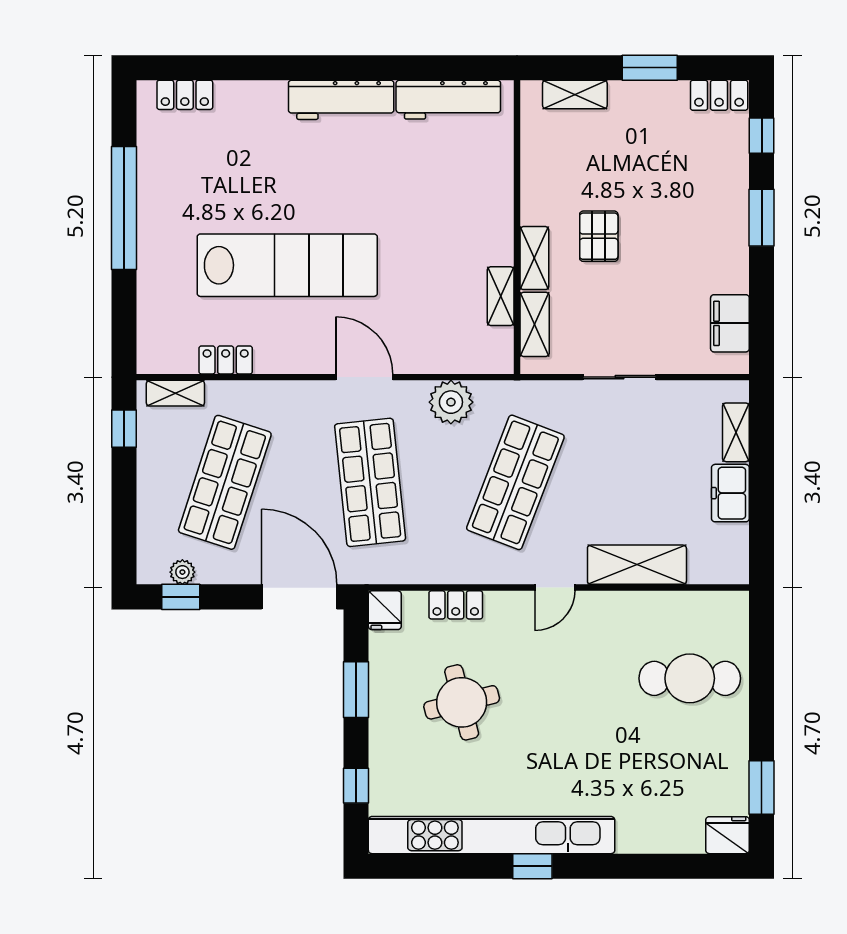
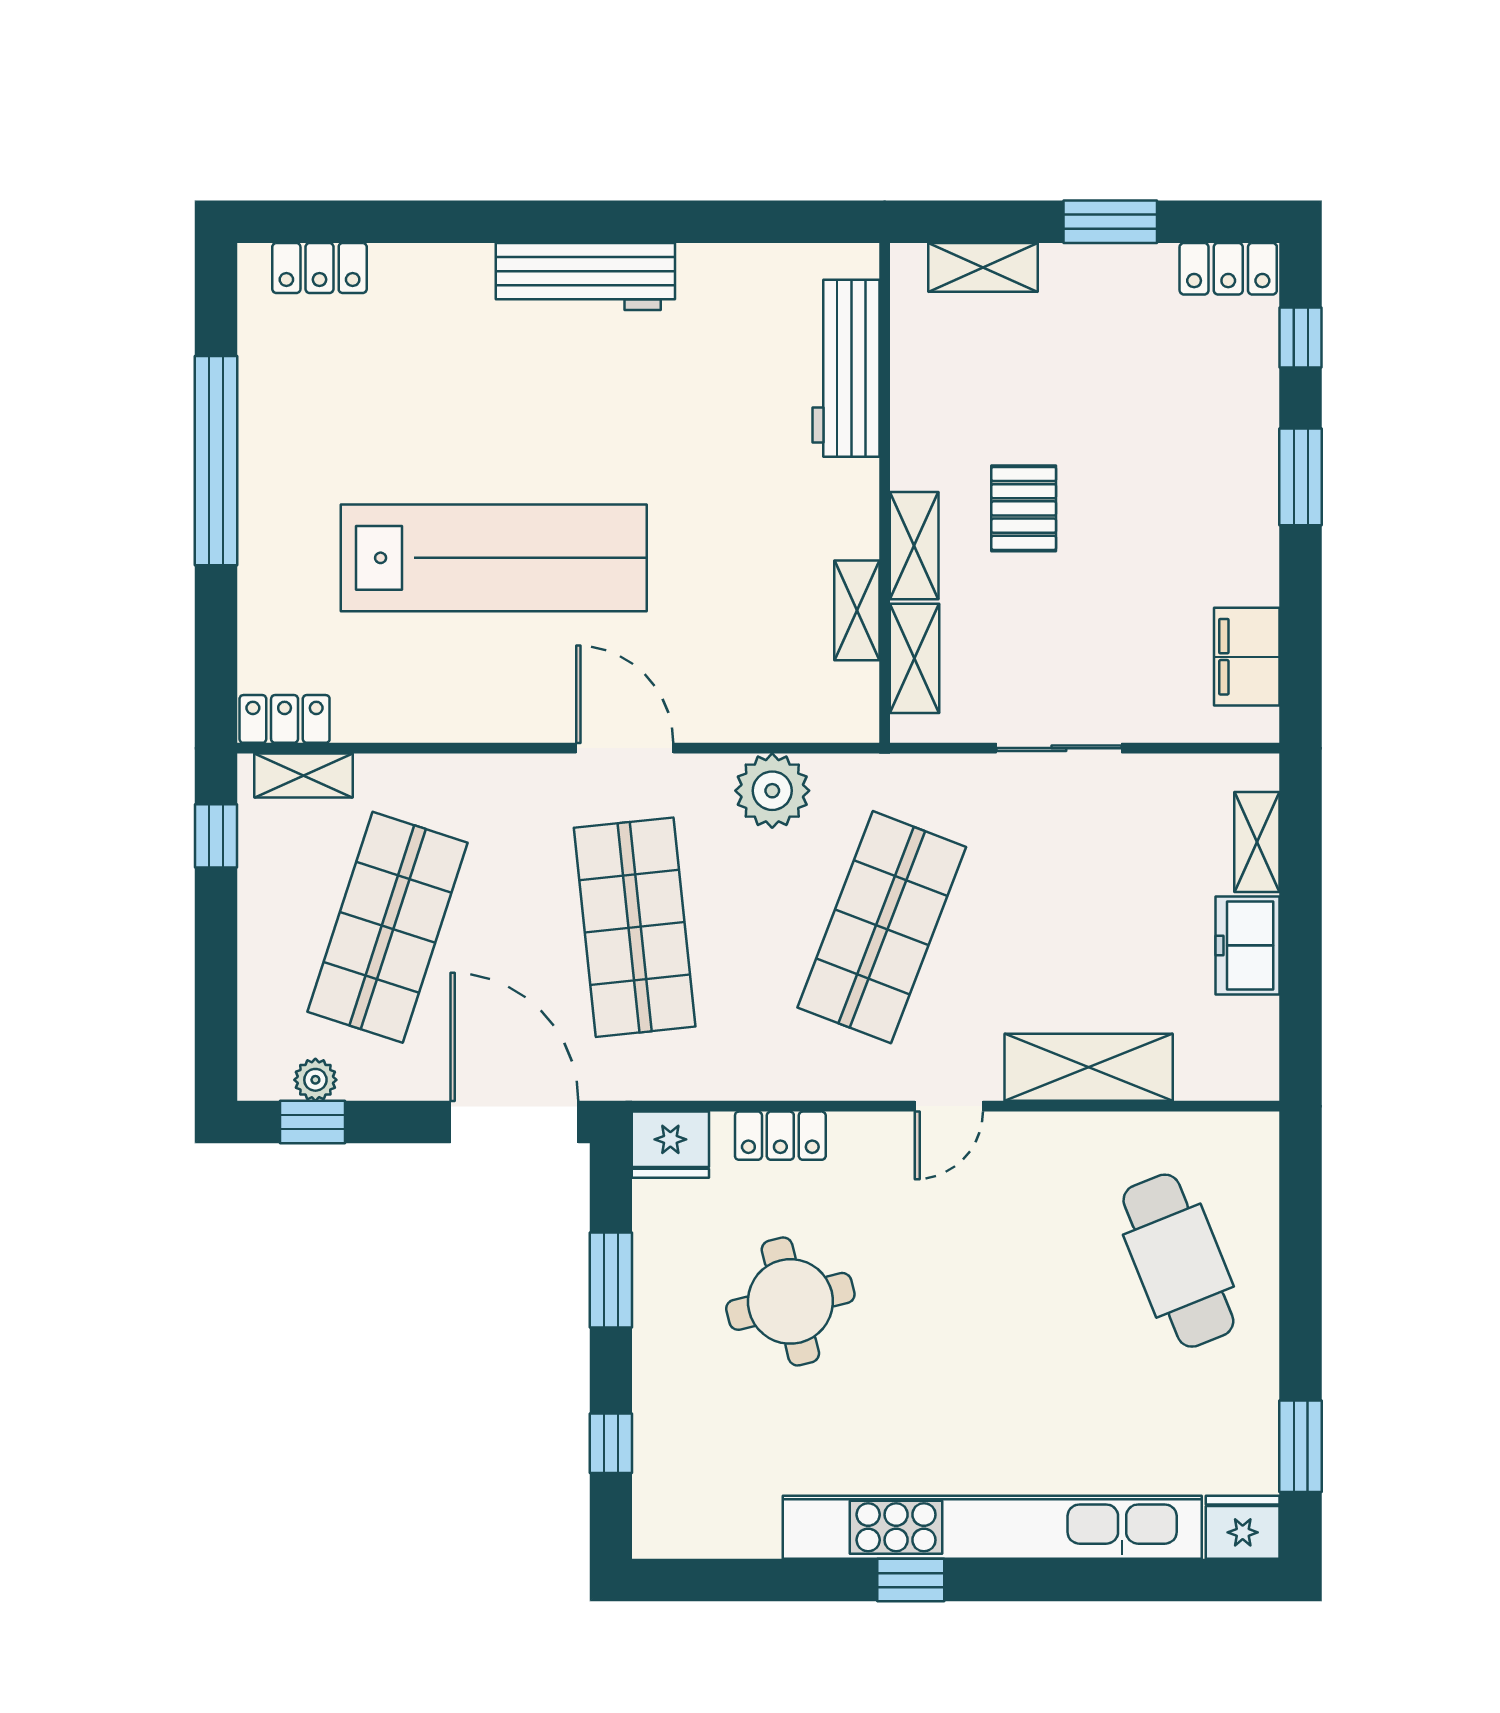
workbench: (448, 100) -> (846, 368), moved, turned 90
locker: (226, 360) -> (285, 719), moved
fridge: (385, 610) -> (670, 1145), width x1.38
cafe table: (690, 678) -> (1178, 1261), turned 68
kitchen unit: (492, 835) -> (992, 1527), moved

